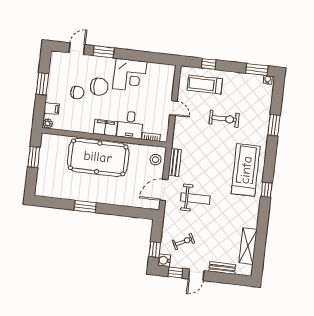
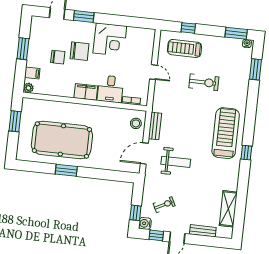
window: (274, 125) -> (256, 69), moved
pool table: (98, 157) -> (62, 140), moved

